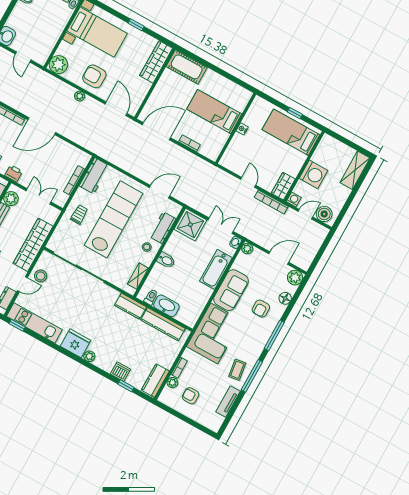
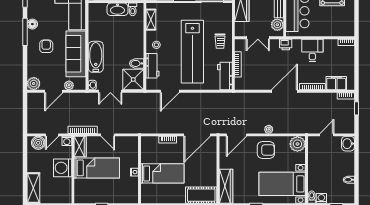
door: (23, 57) -> (327, 135), hinge flipped
door: (116, 109) -> (236, 135), hinge flipped
bed: (291, 132) -> (97, 168), moved
plant: (247, 249) -> (69, 85), moved
bidet: (166, 260) -> (137, 63), moved
sofa: (231, 290) -> (76, 54), width x1.36
floor lamp: (285, 298) -> (32, 24), moved

